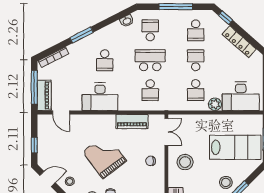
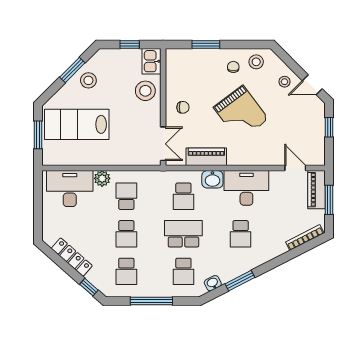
school desk: (196, 30) -> (126, 271), turned 180
window: (82, 35) -> (240, 281), moved
school desk: (105, 60) -> (241, 234), turned 180
school desk: (150, 60) -> (183, 234), turned 180
window: (34, 87) -> (329, 200), width x0.69
school desk: (150, 90) -> (183, 196), turned 180
washbasin: (127, 104) -> (212, 179), added
double door: (166, 132) -> (163, 144), swing flipped
stool: (185, 162) -> (145, 91), moved

